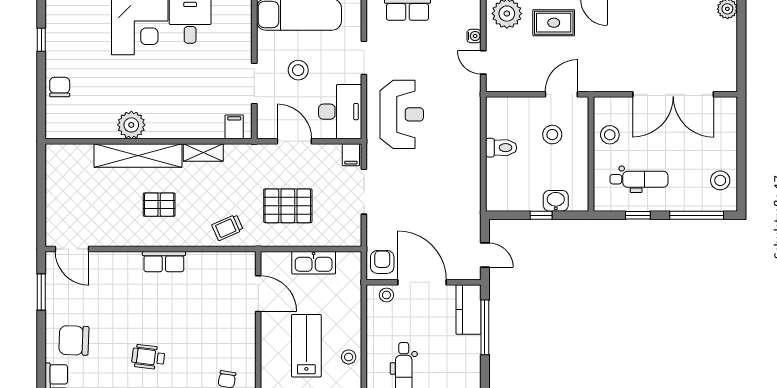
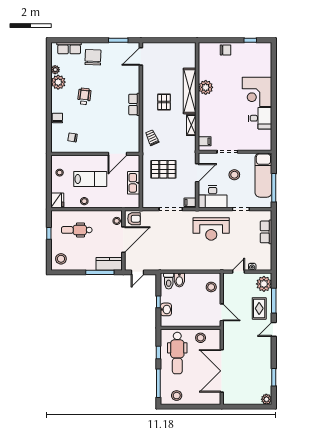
stool: (552, 135) -> (211, 287), moved
toilet: (501, 148) -> (169, 281), moved
bidet: (499, 175) -> (179, 280), added
dental chair: (639, 179) -> (177, 353), width x1.36, depth x1.38
pallet: (288, 206) -> (163, 169), turned 90

